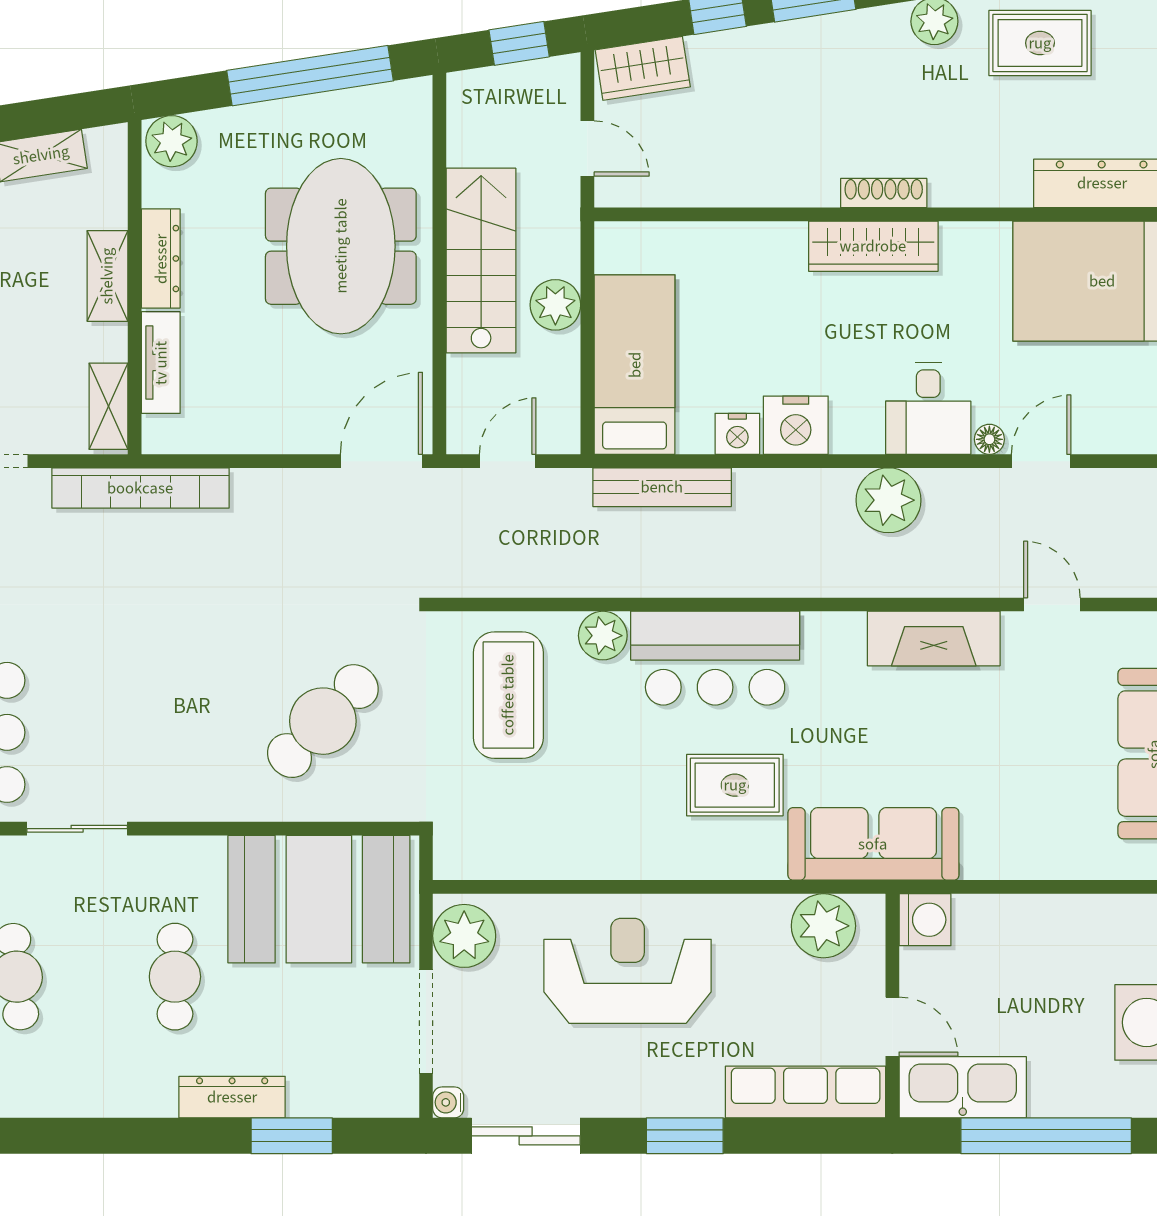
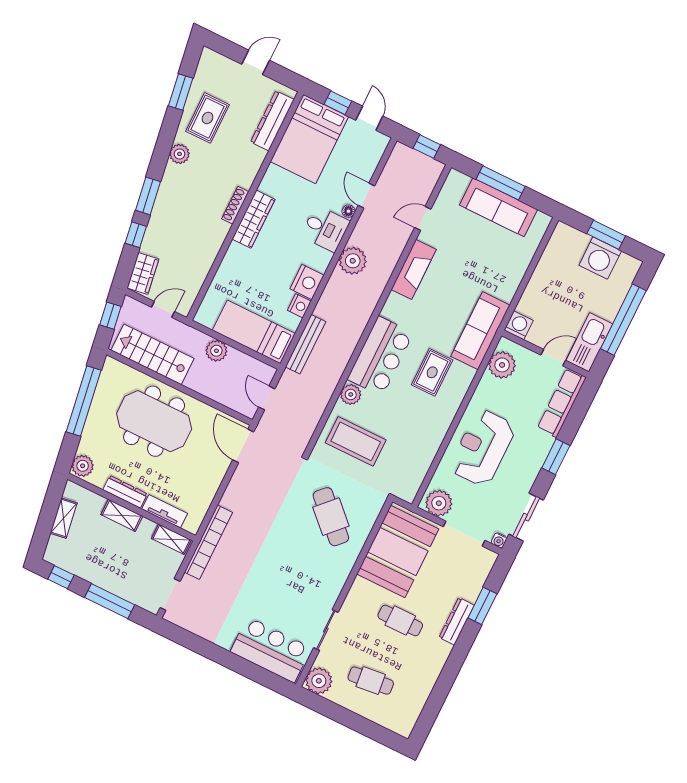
stairs: (481, 261) -> (152, 354), moved

